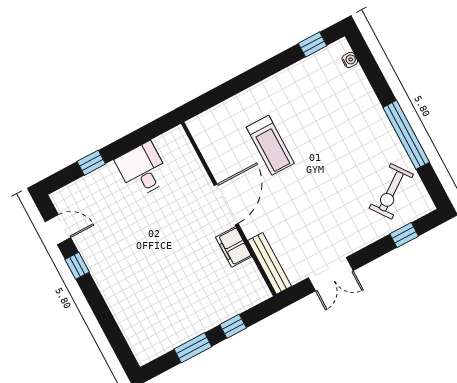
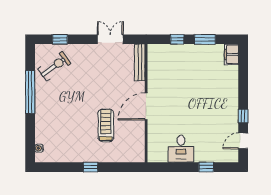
window: (313, 45) -> (91, 167), moved
door: (58, 230) -> (243, 141), hinge flipped
filing cabinet: (234, 247) -> (232, 54), moved, turned 180

